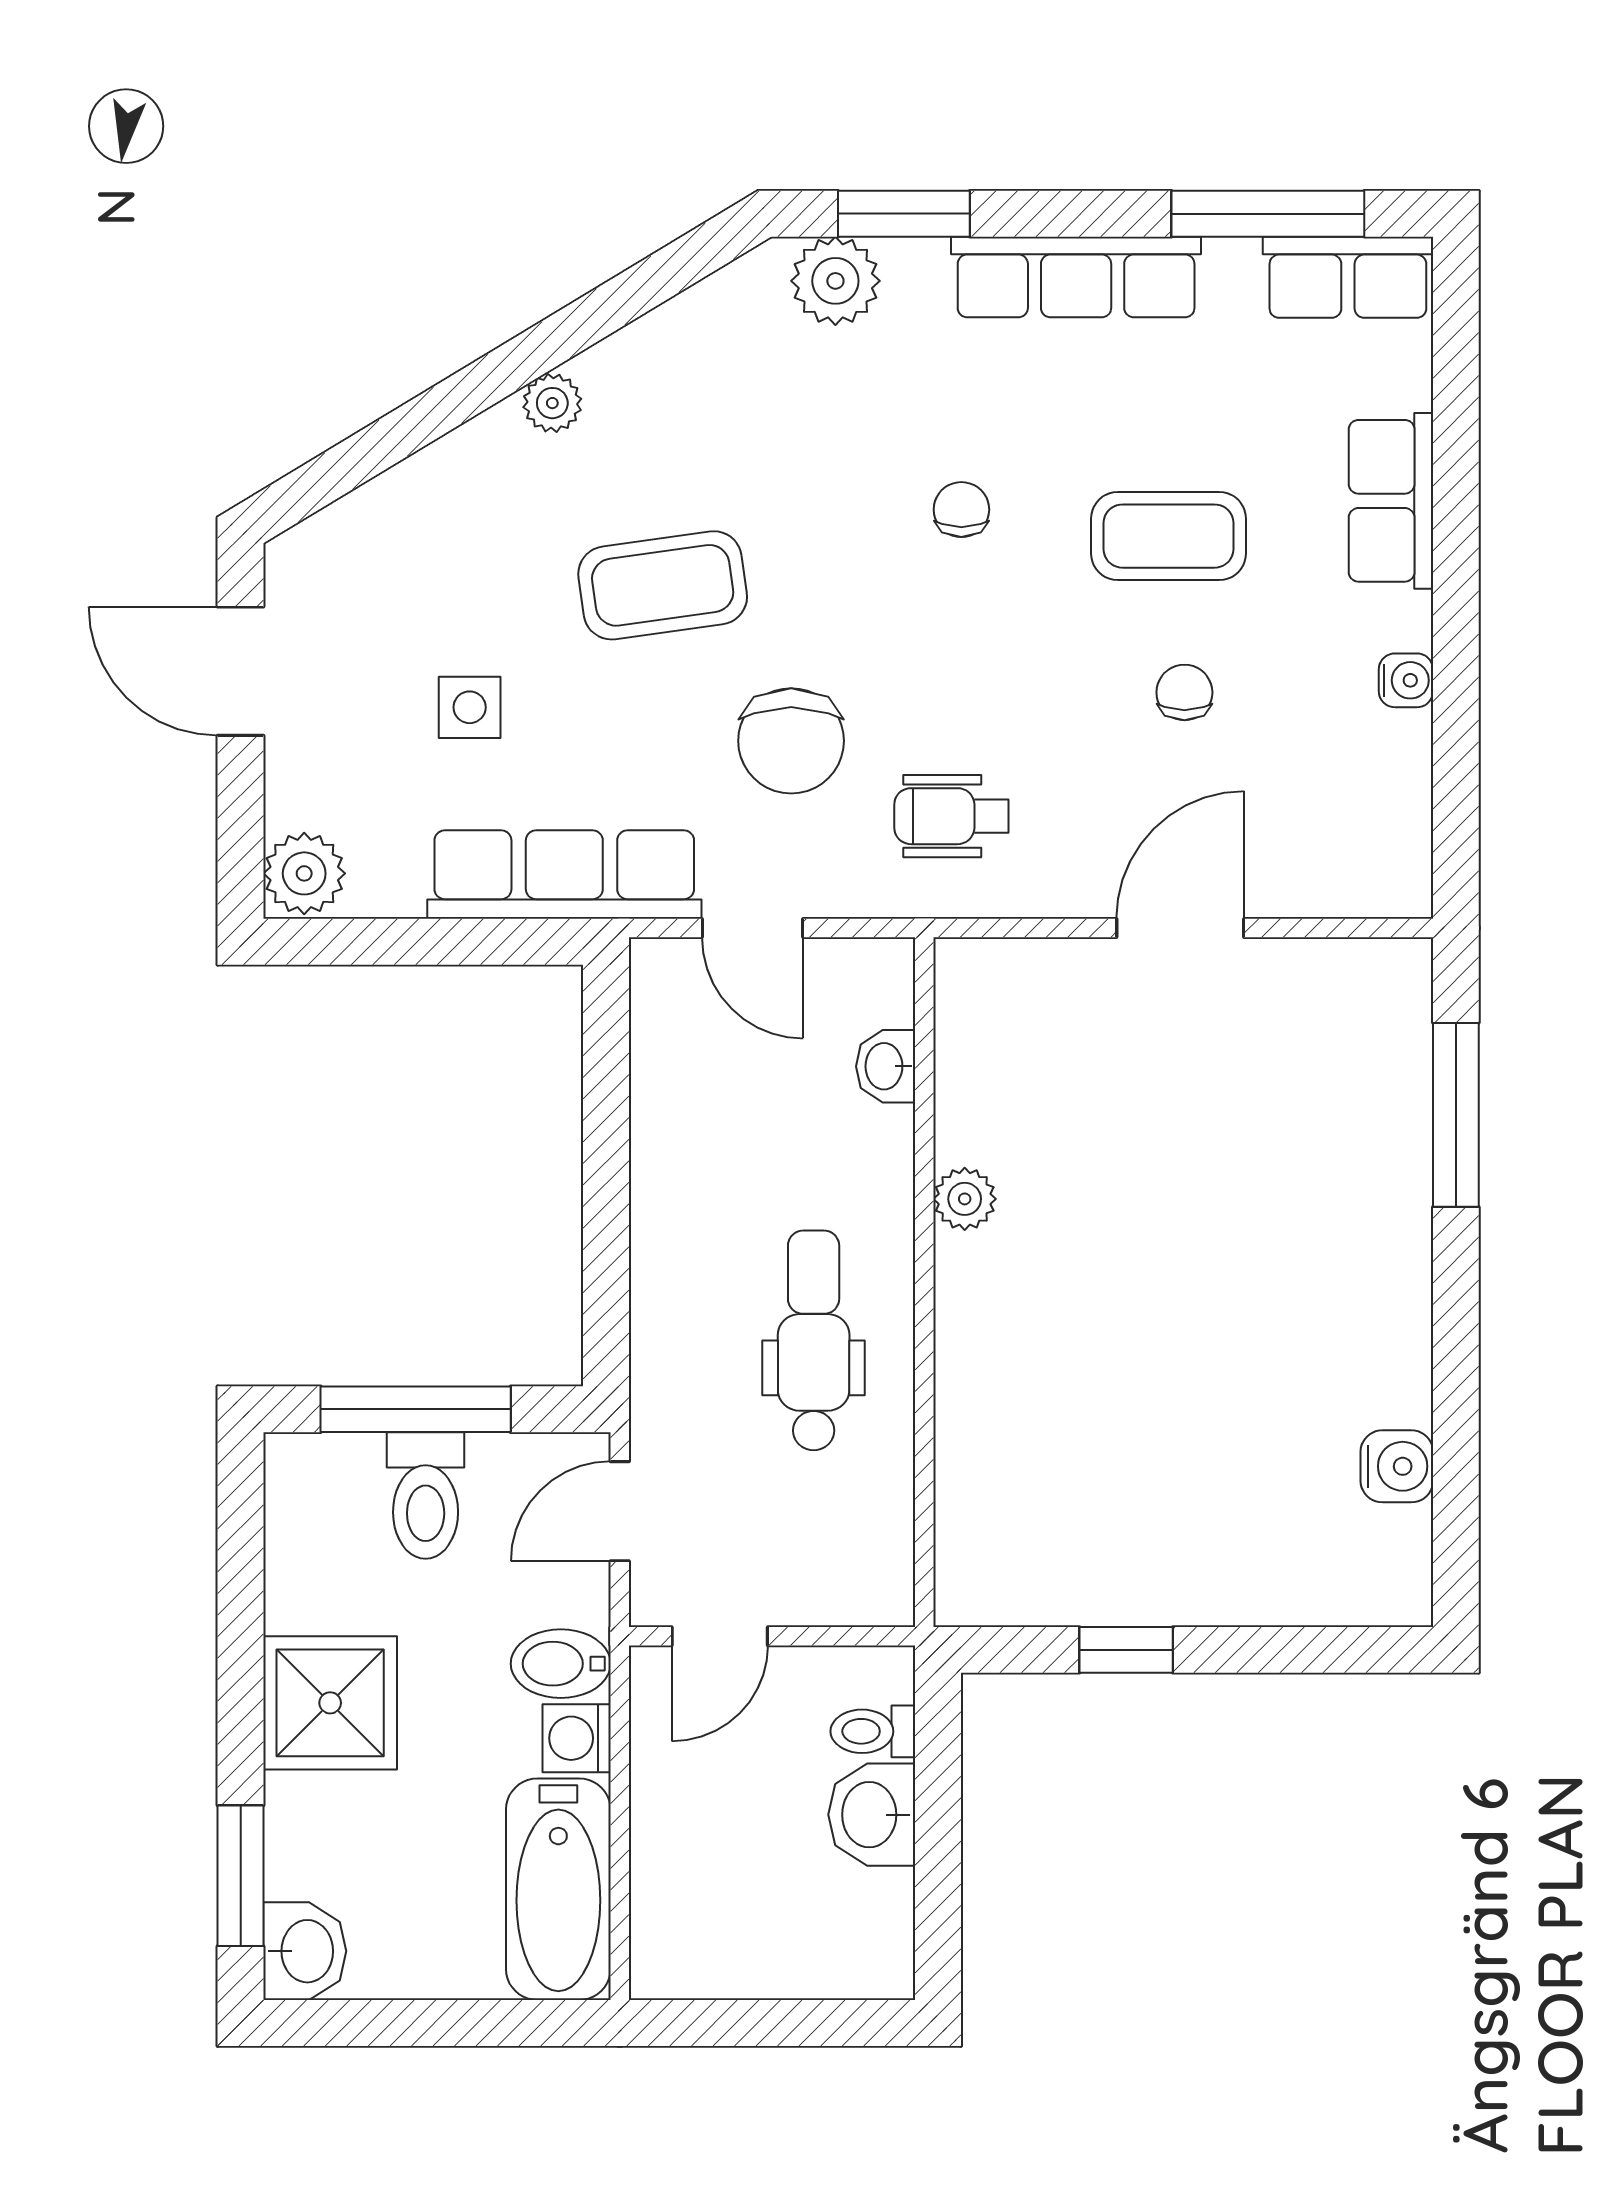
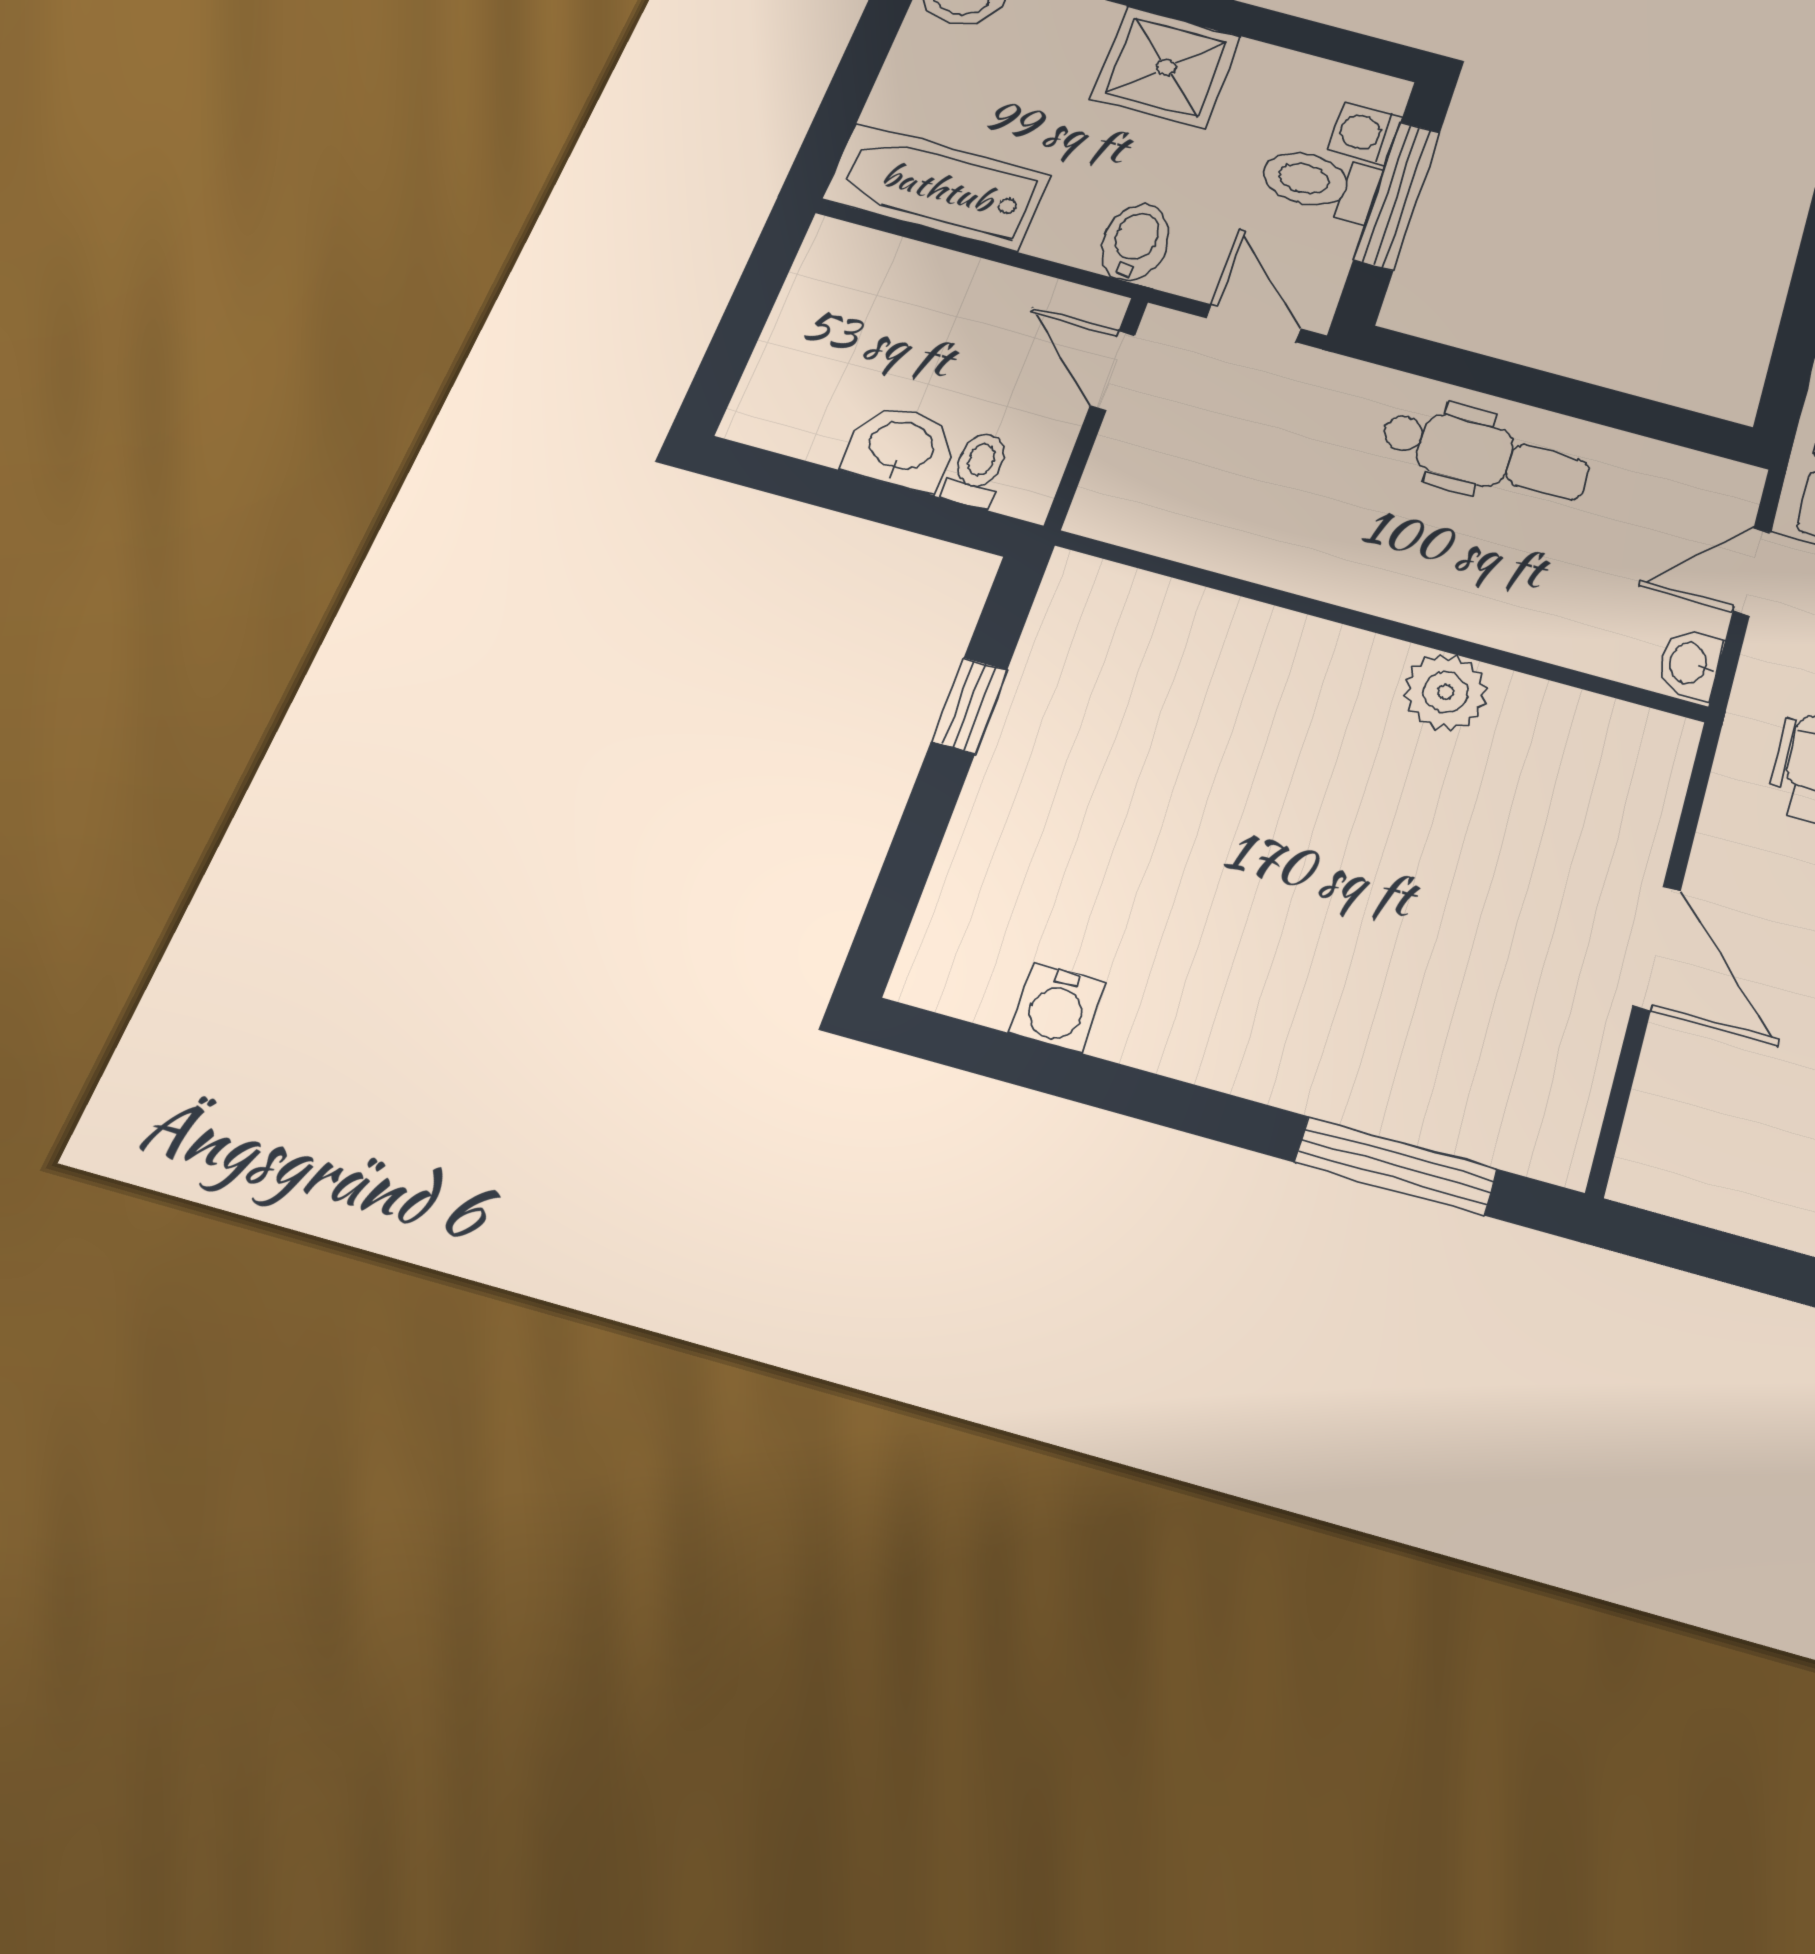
washbasin: (886, 1066) -> (1690, 664), moved, turned -90
plant: (965, 1199) -> (1446, 692), width x1.38, depth x1.38
dental chair: (814, 1340) -> (1485, 455), moved
washing machine: (577, 1738) -> (1365, 133), moved, turned -90

